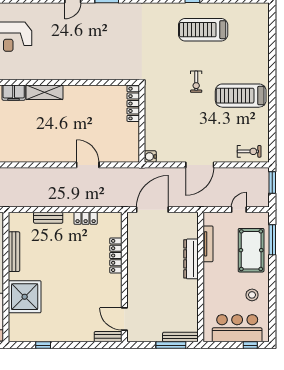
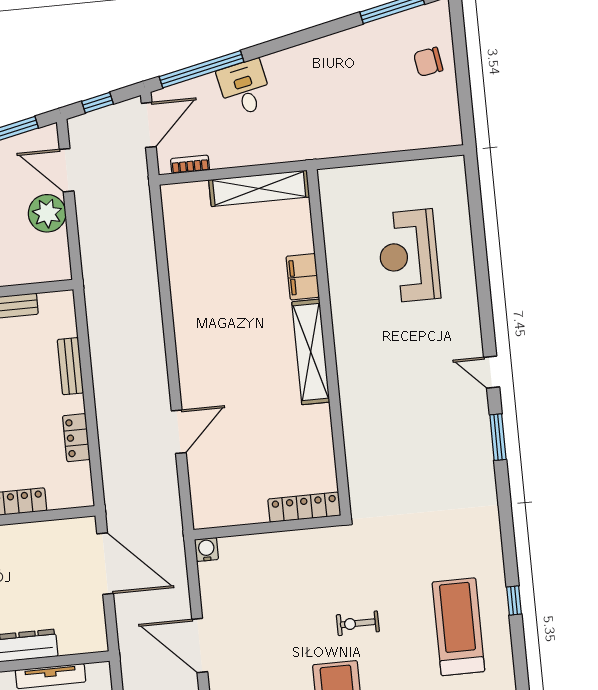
shelving: (44, 92) -> (311, 352), width x1.47

